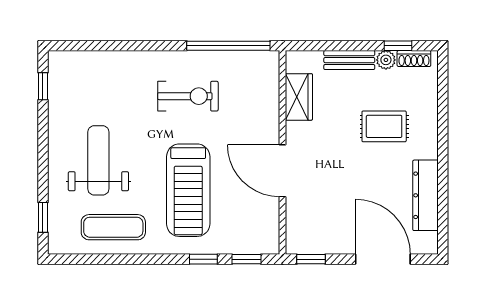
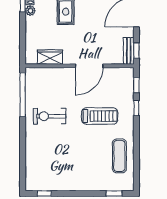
bench: (349, 60) -> (129, 51), moved
exercise bike: (188, 96) -> (50, 116), turned -90
weight bench: (98, 160) -> (84, 164), removed
treadmill: (188, 190) -> (100, 116), width x0.73, depth x0.73

